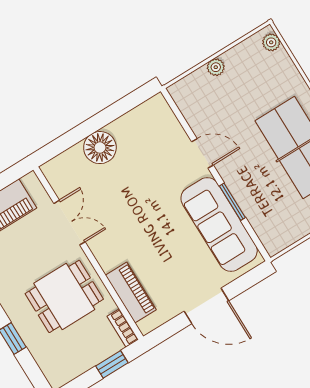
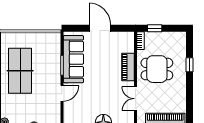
door: (202, 153) -> (62, 93), swing flipped
piano: (131, 292) -> (128, 67), moved

